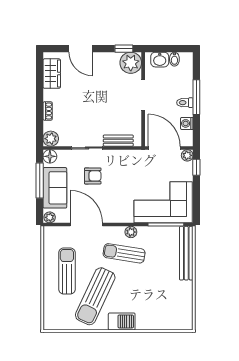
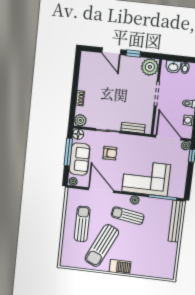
window: (124, 49) -> (133, 54), moved
wardrobe: (52, 74) -> (86, 69), removed
corner sofa: (163, 202) -> (146, 178), moved

